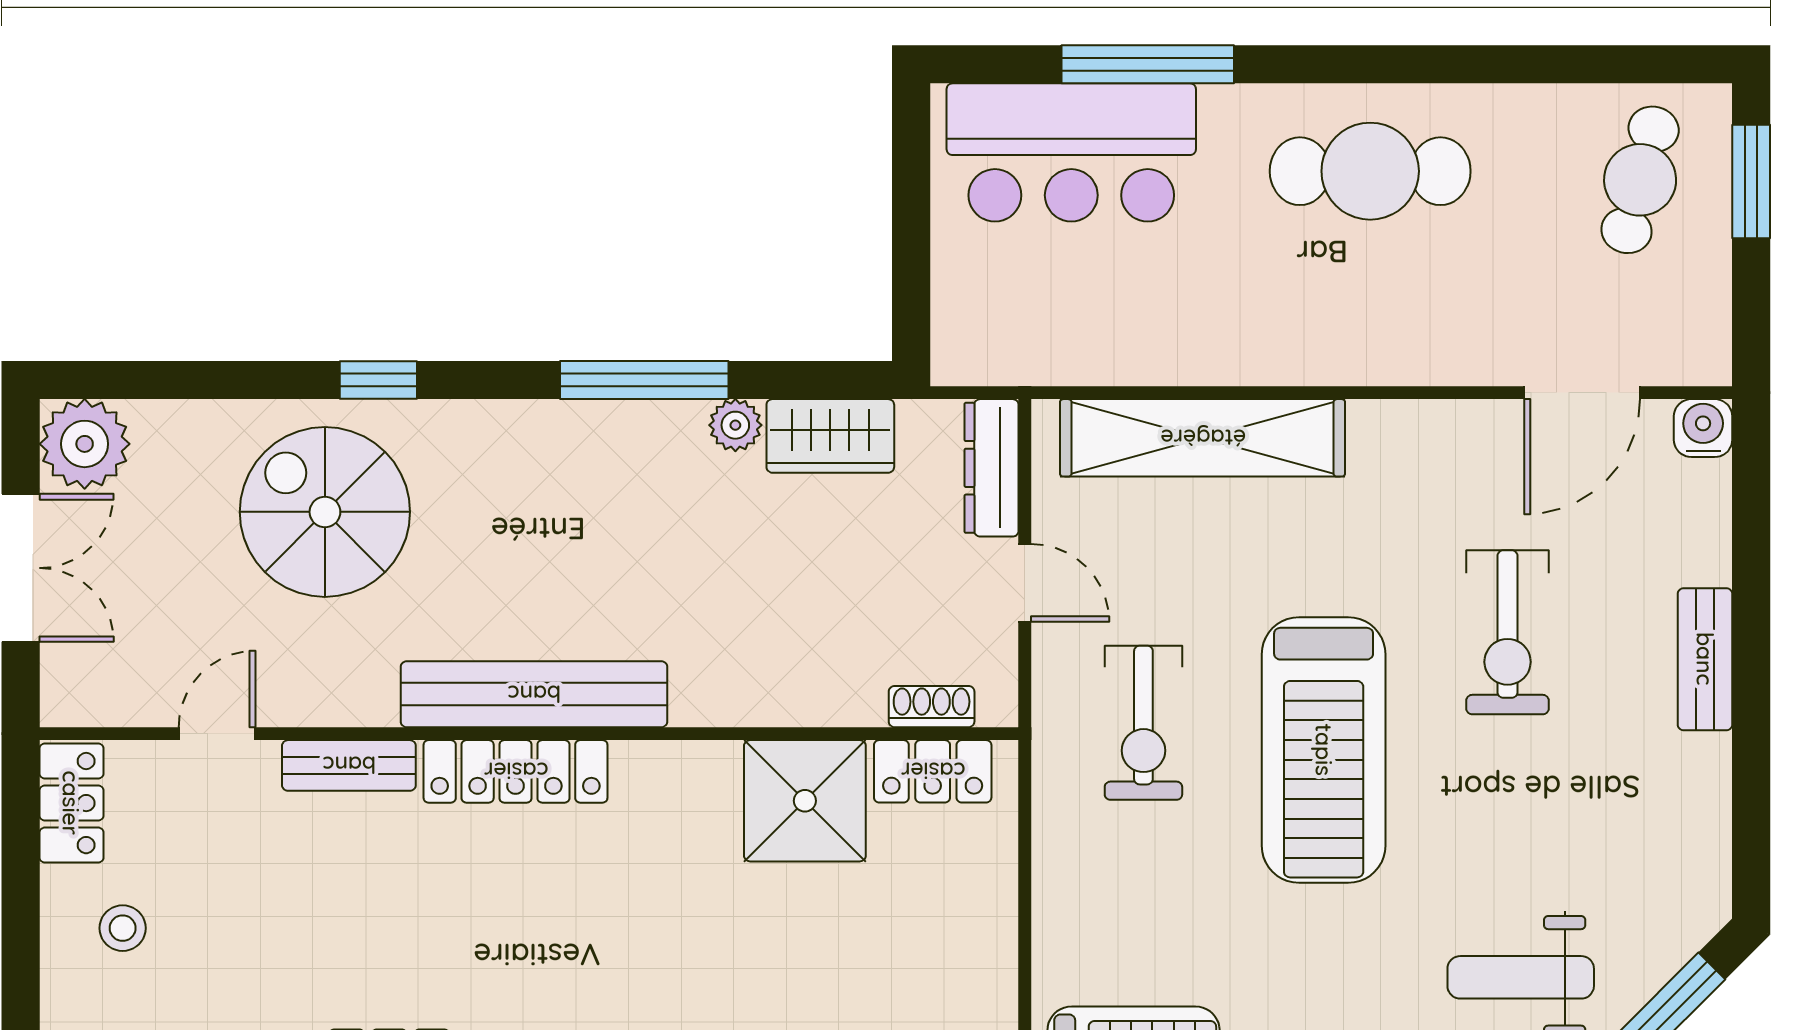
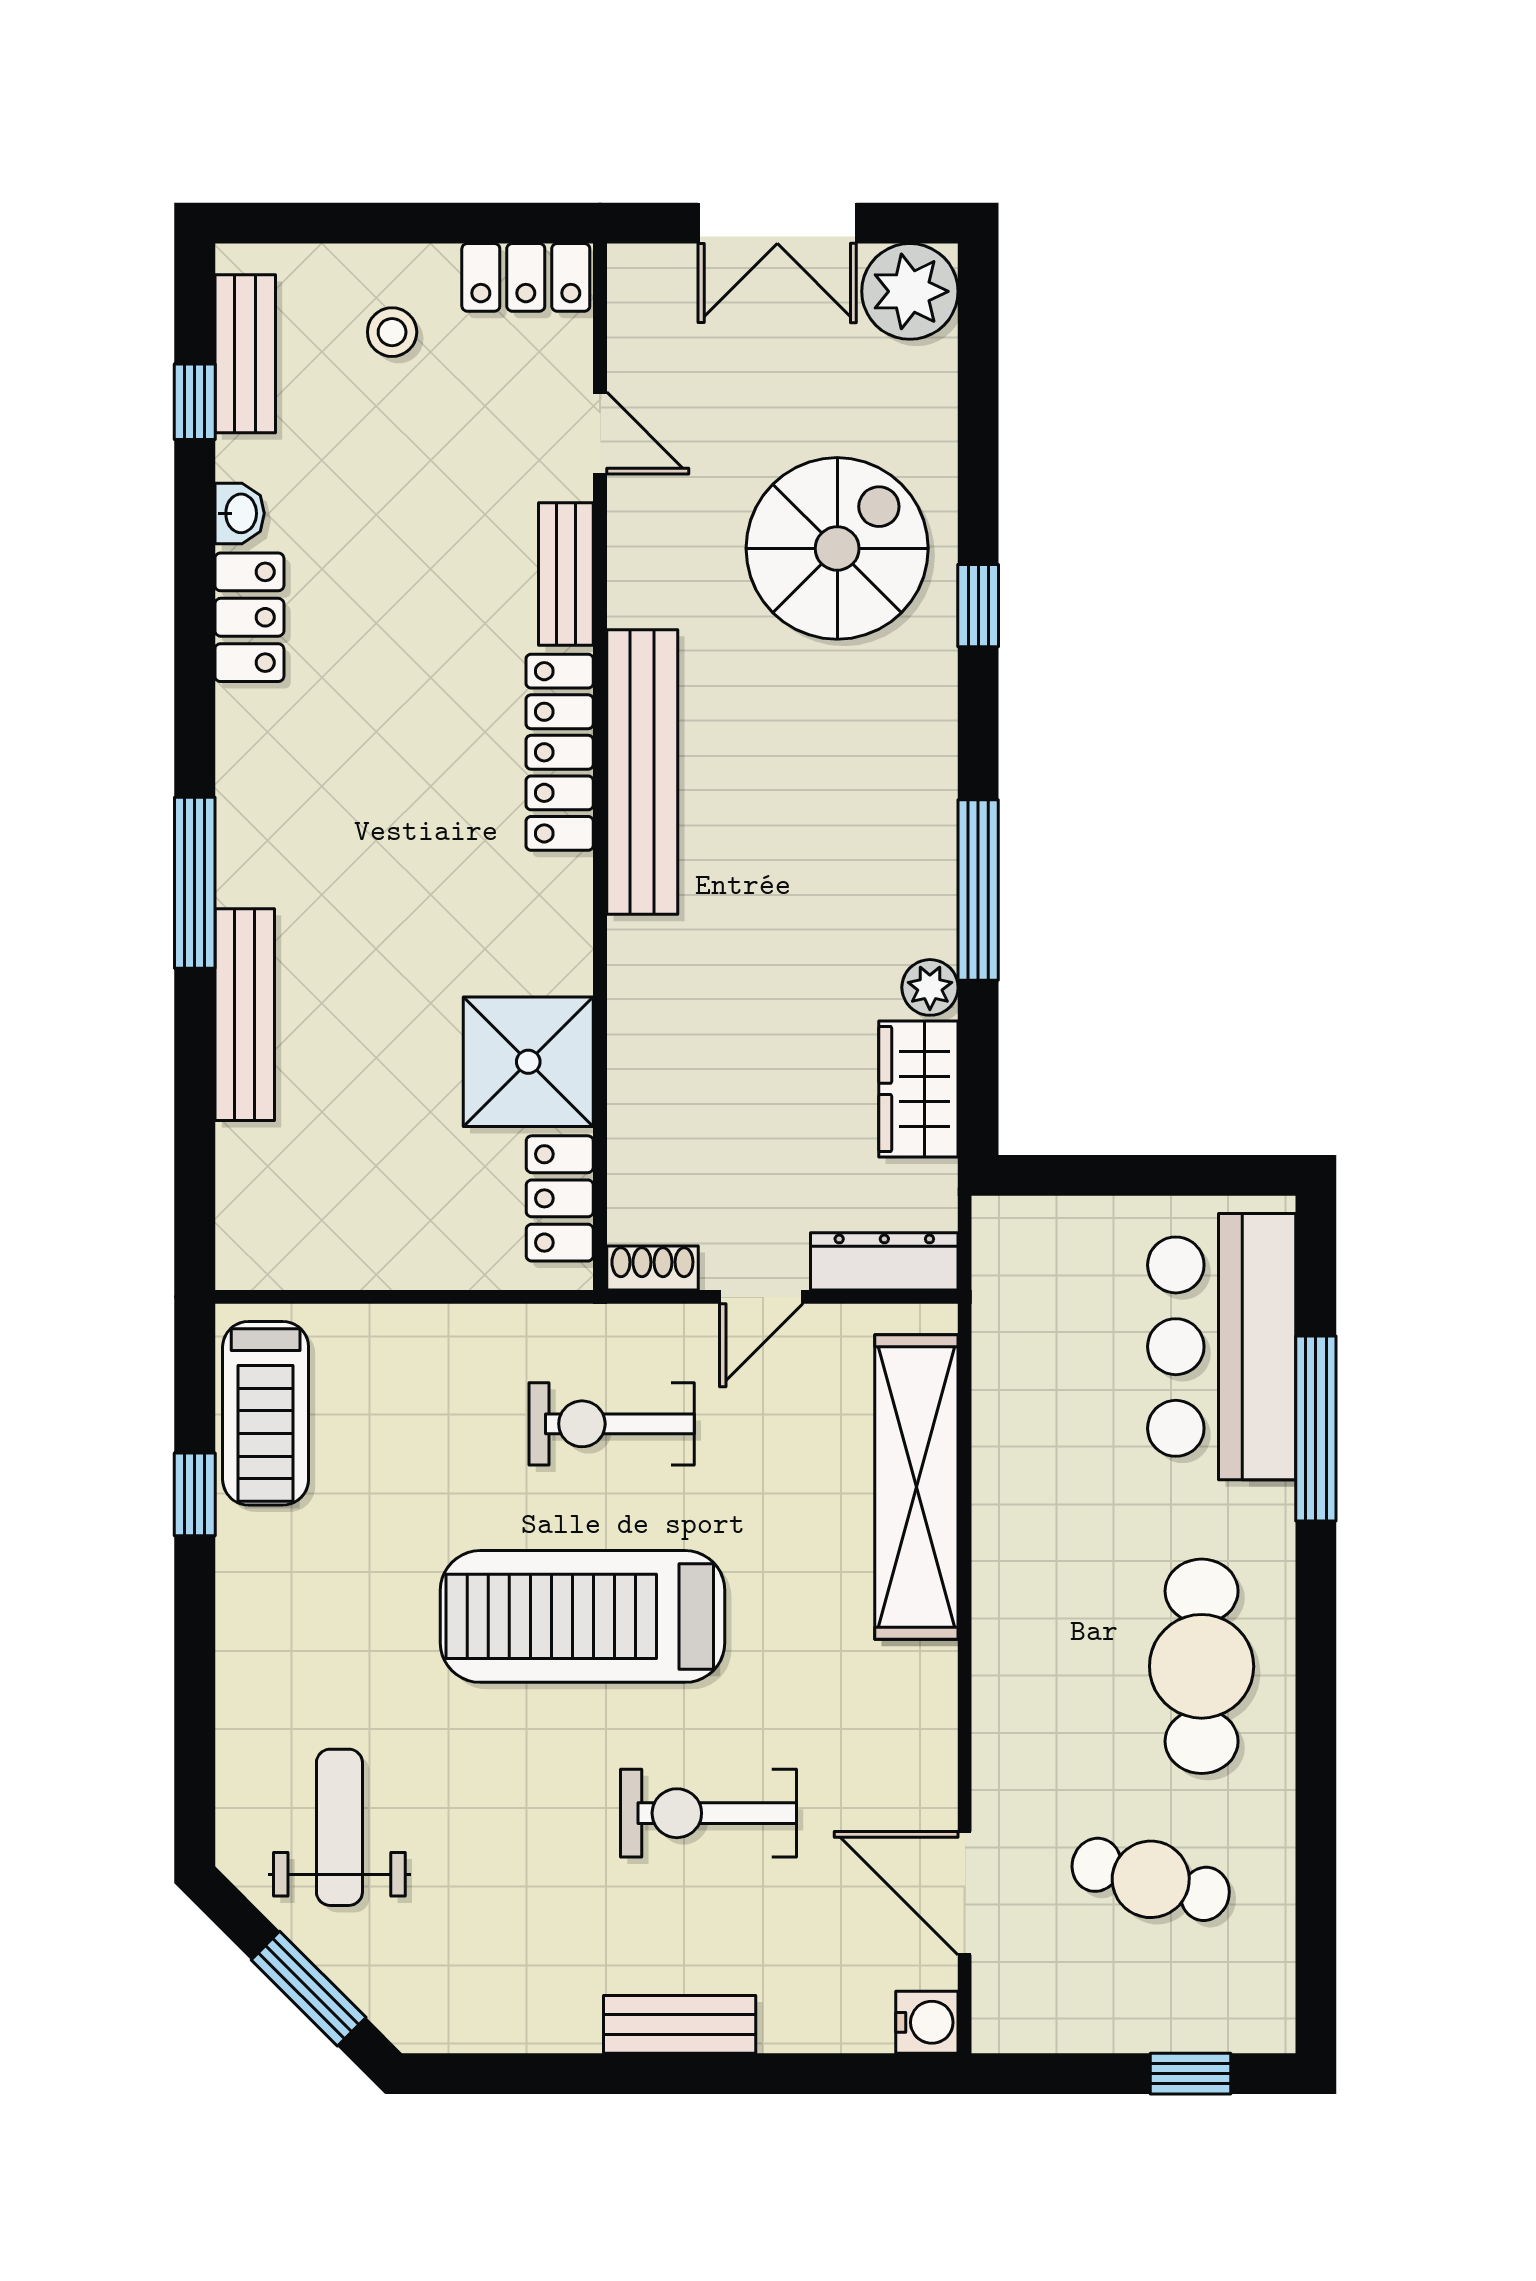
cafe table: (1640, 180) -> (1151, 1879), moved
window: (1751, 181) -> (1191, 2074), width x0.67
shoe rack: (932, 707) -> (652, 1268), moved, turned -90

